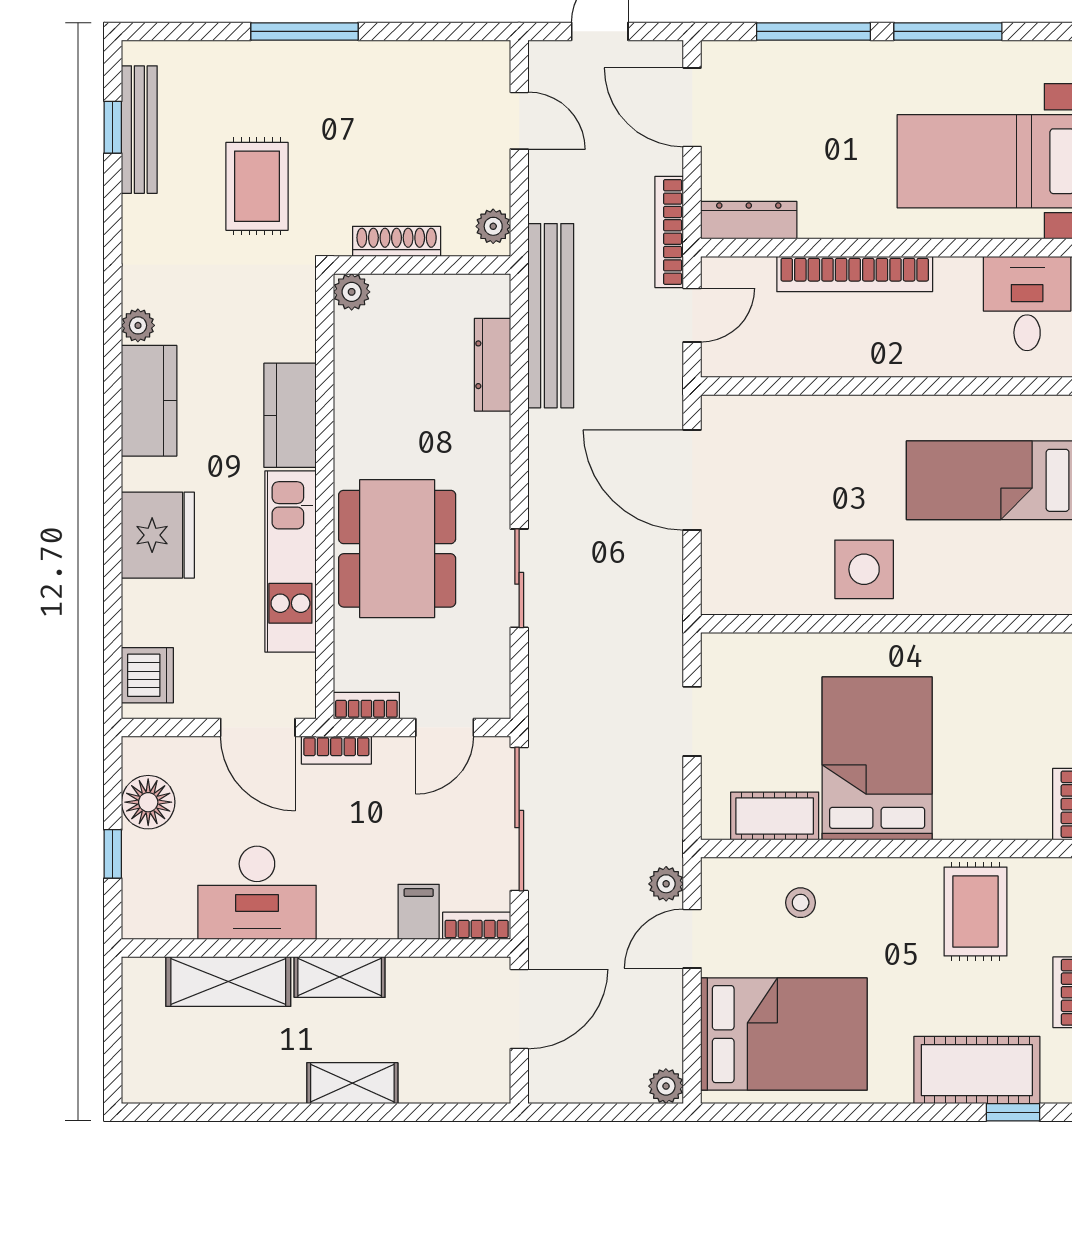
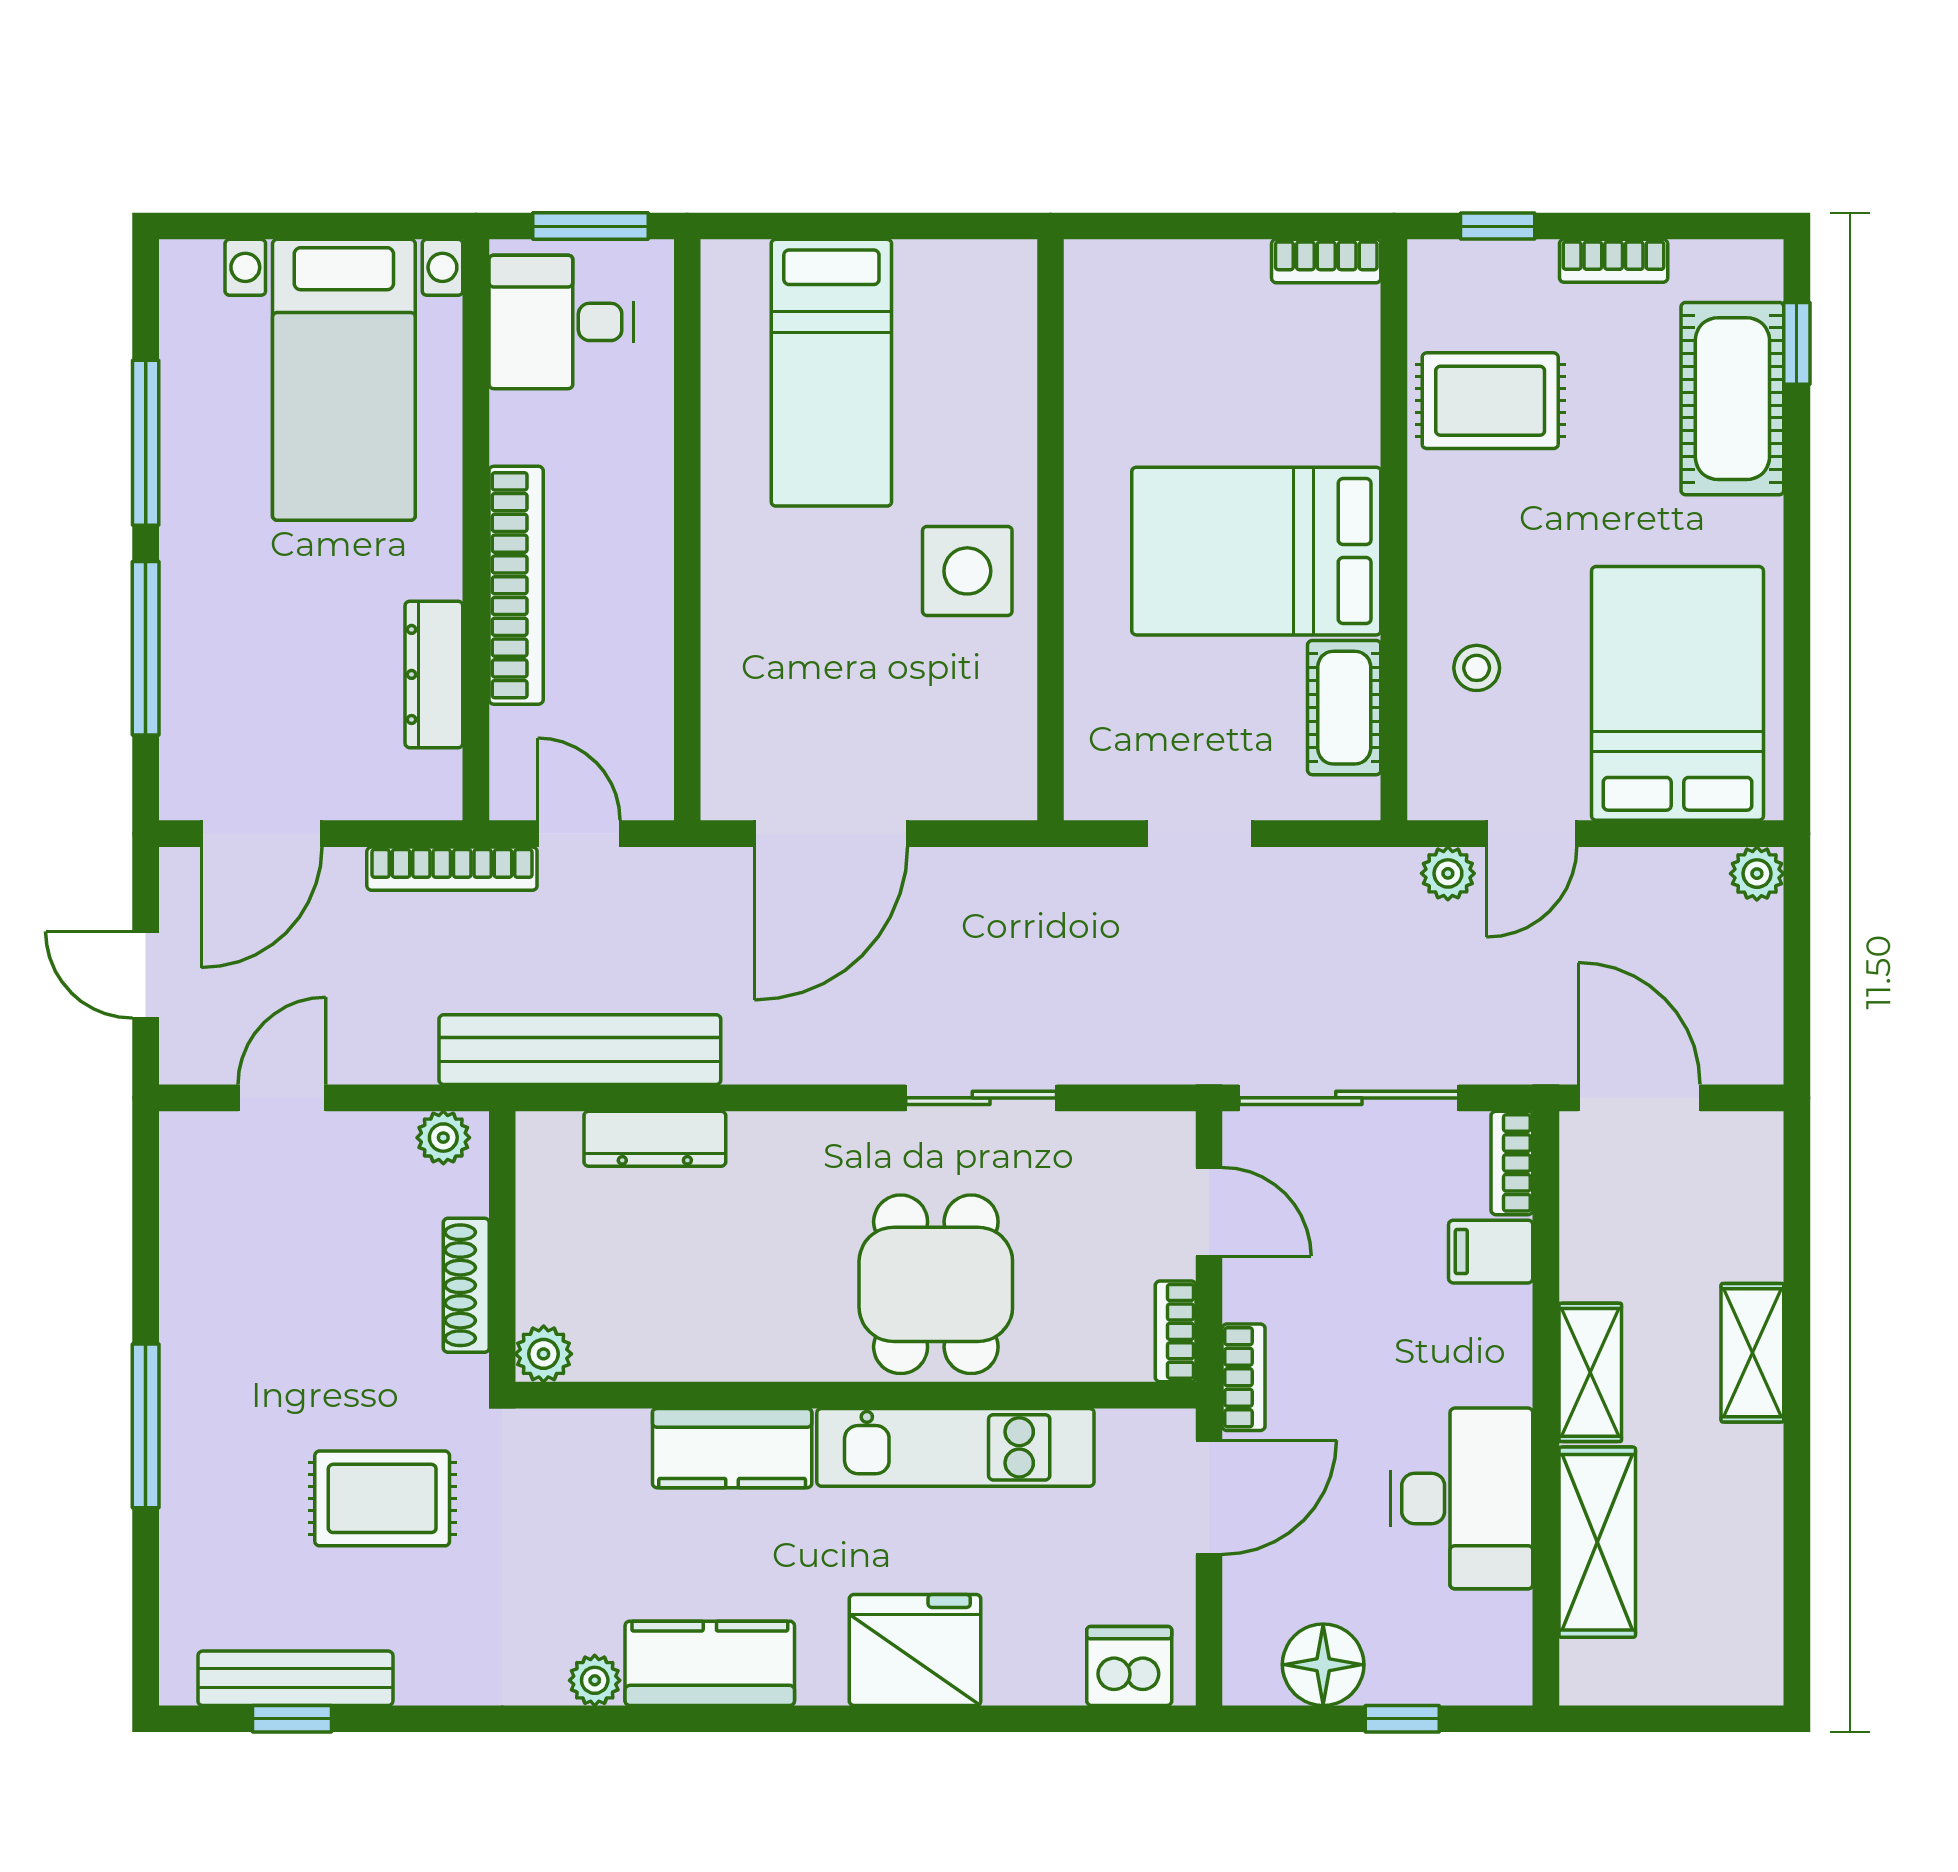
dresser: (749, 220) -> (434, 674), moved
dining table: (397, 549) -> (936, 1284), width x0.73
door: (692, 939) -> (1532, 834), hinge flipped

